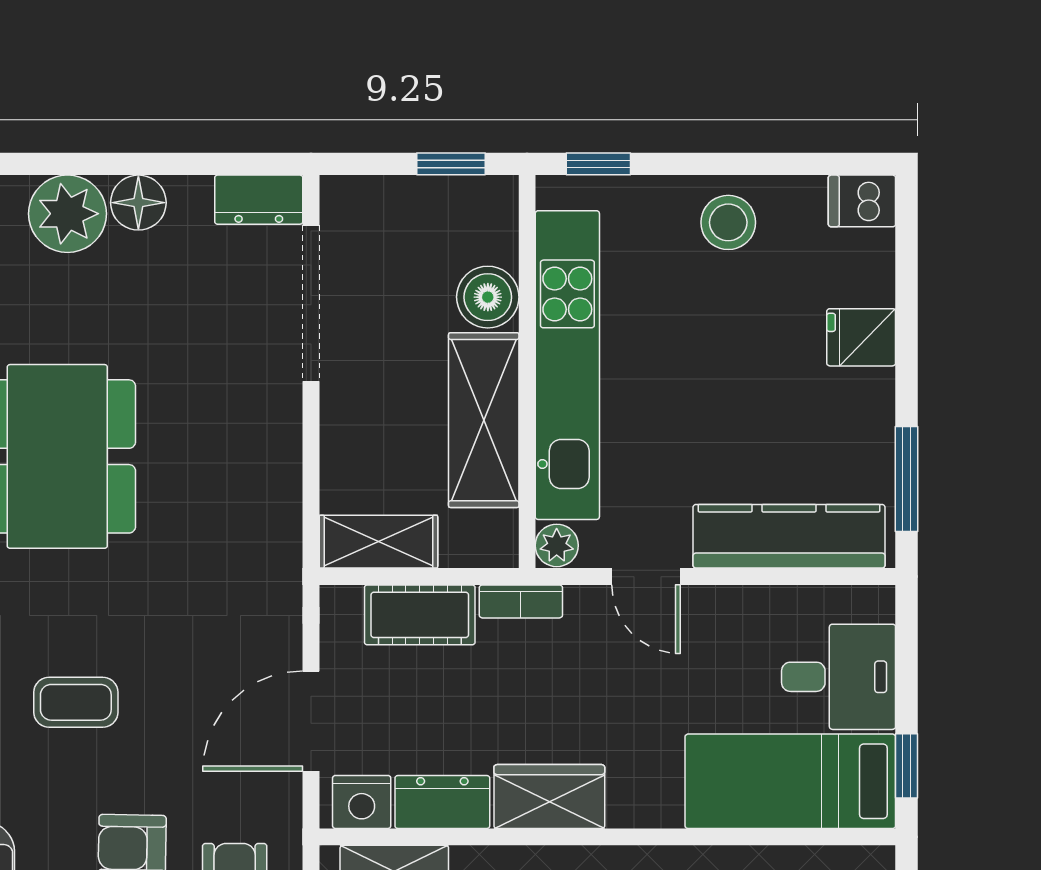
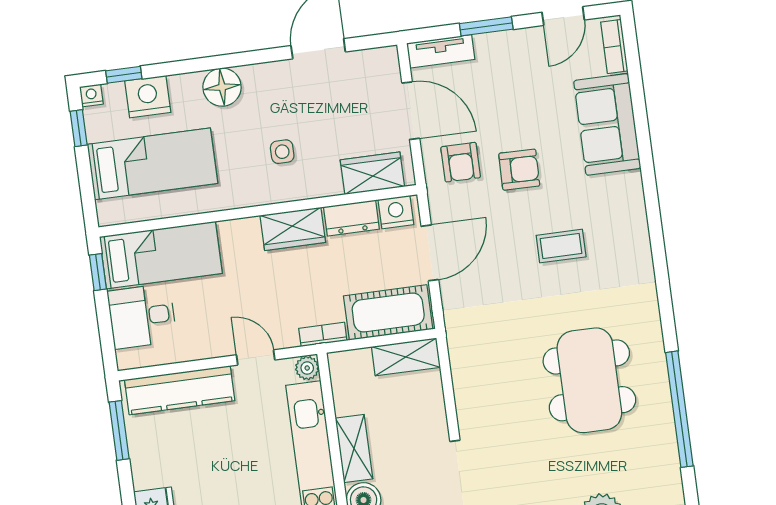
shelving: (484, 420) -> (354, 449), width x0.67, depth x0.75
cot: (420, 615) -> (388, 312), width x1.37, depth x1.34

